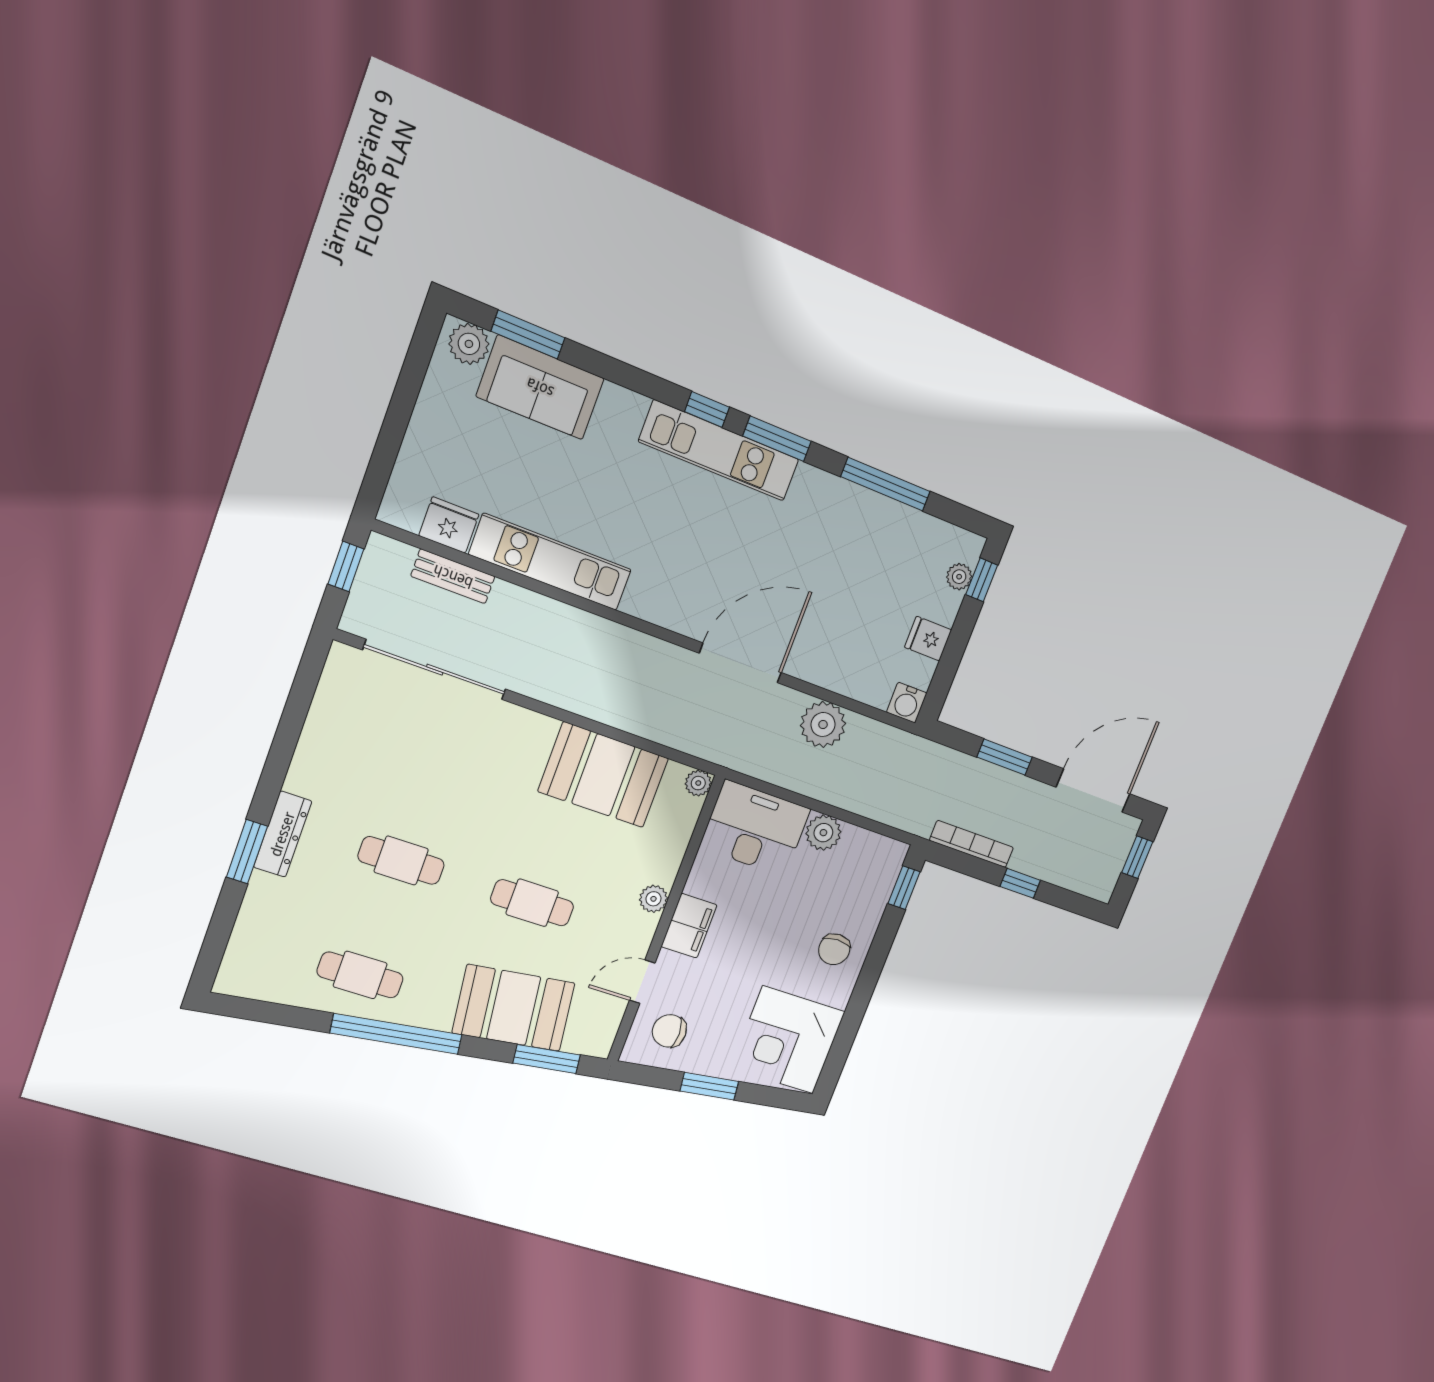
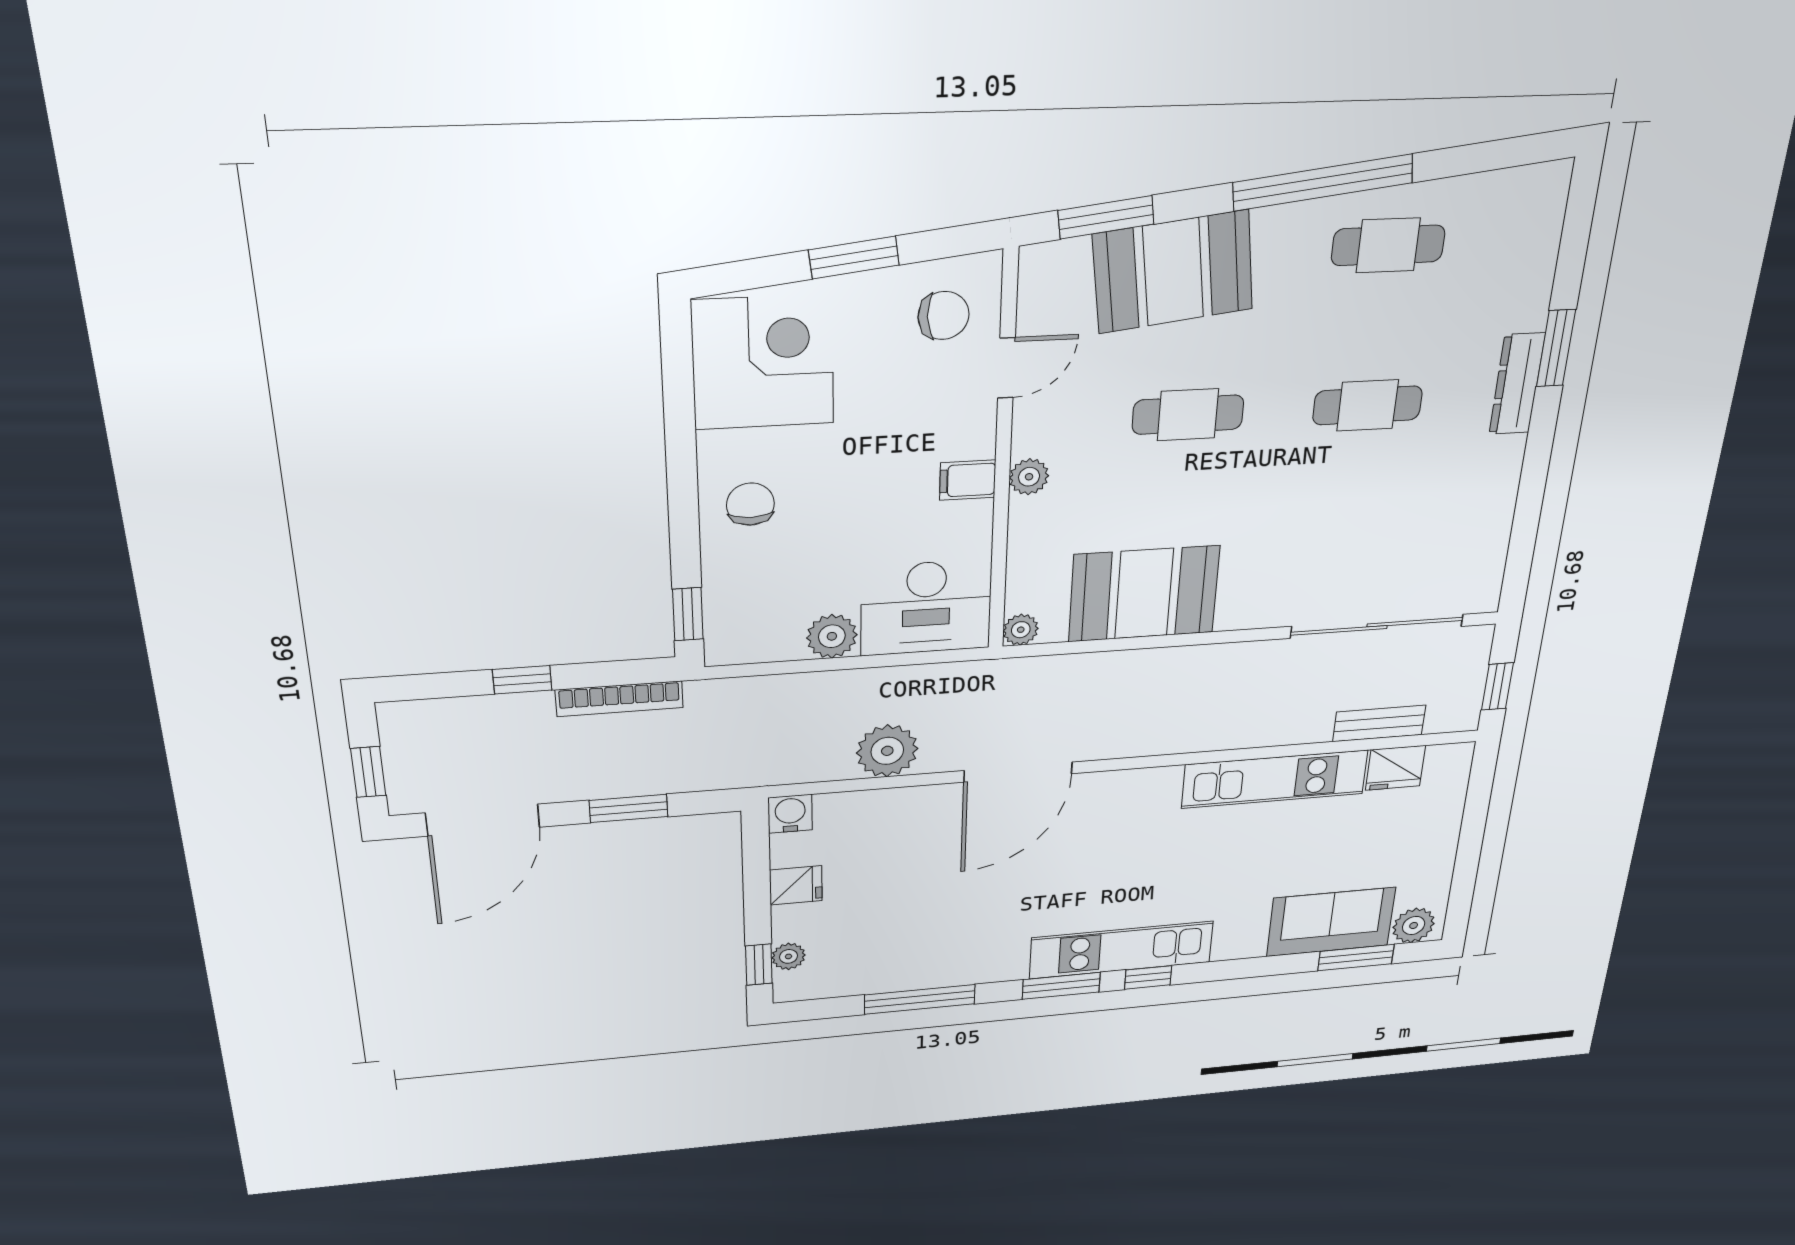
filing cabinet: (689, 926) -> (968, 480), width x0.50

